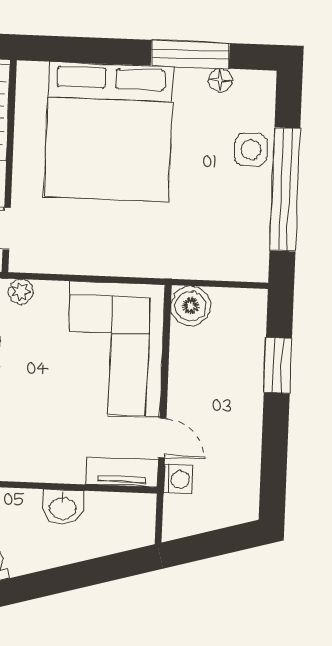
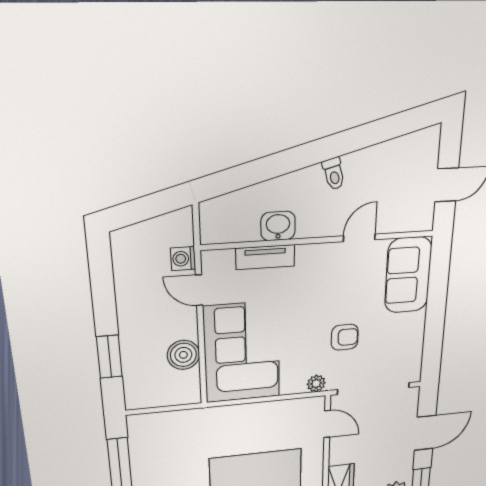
boiler: (191, 306) -> (183, 355), moved
tv unit: (122, 472) -> (265, 257), moved

